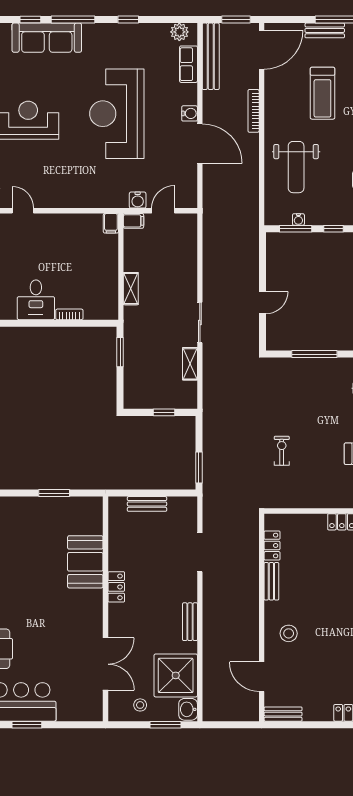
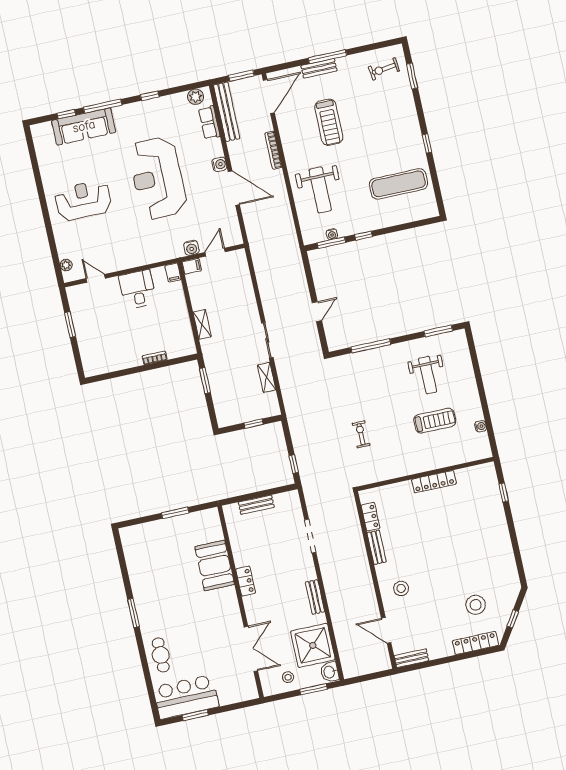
desk: (36, 300) -> (138, 289), moved, turned 180
window: (199, 468) -> (294, 464), width x0.67

